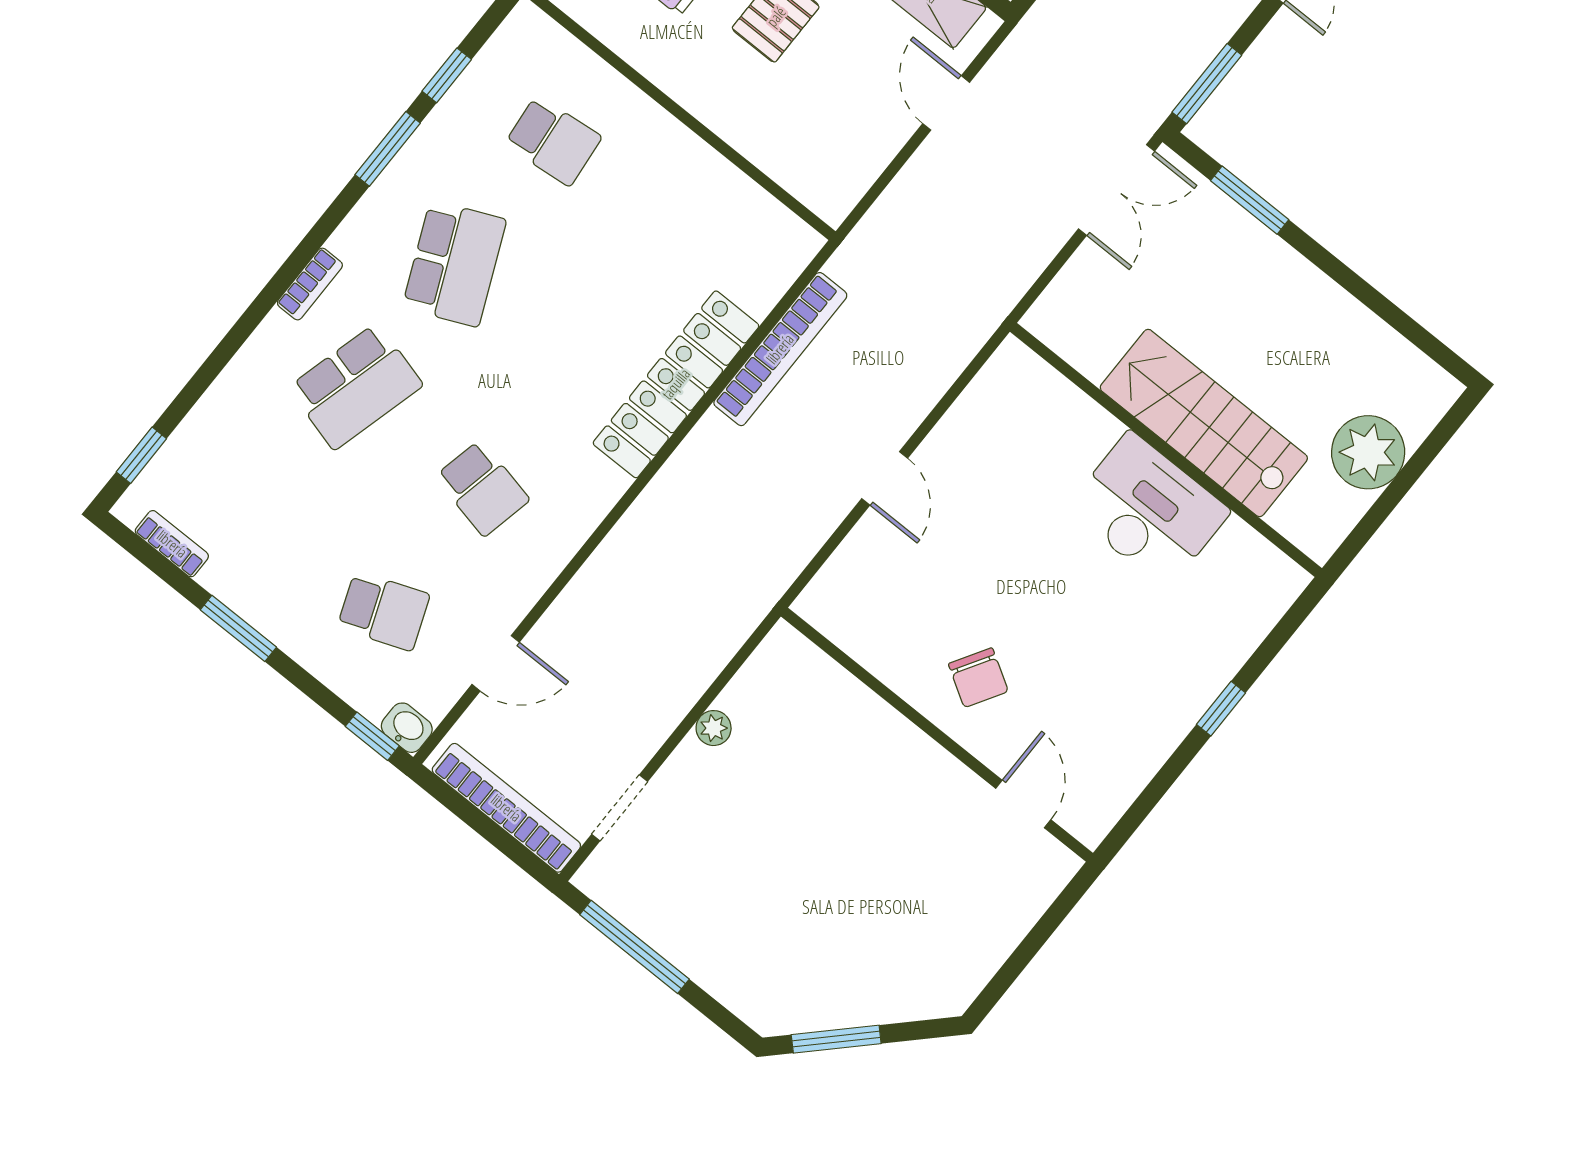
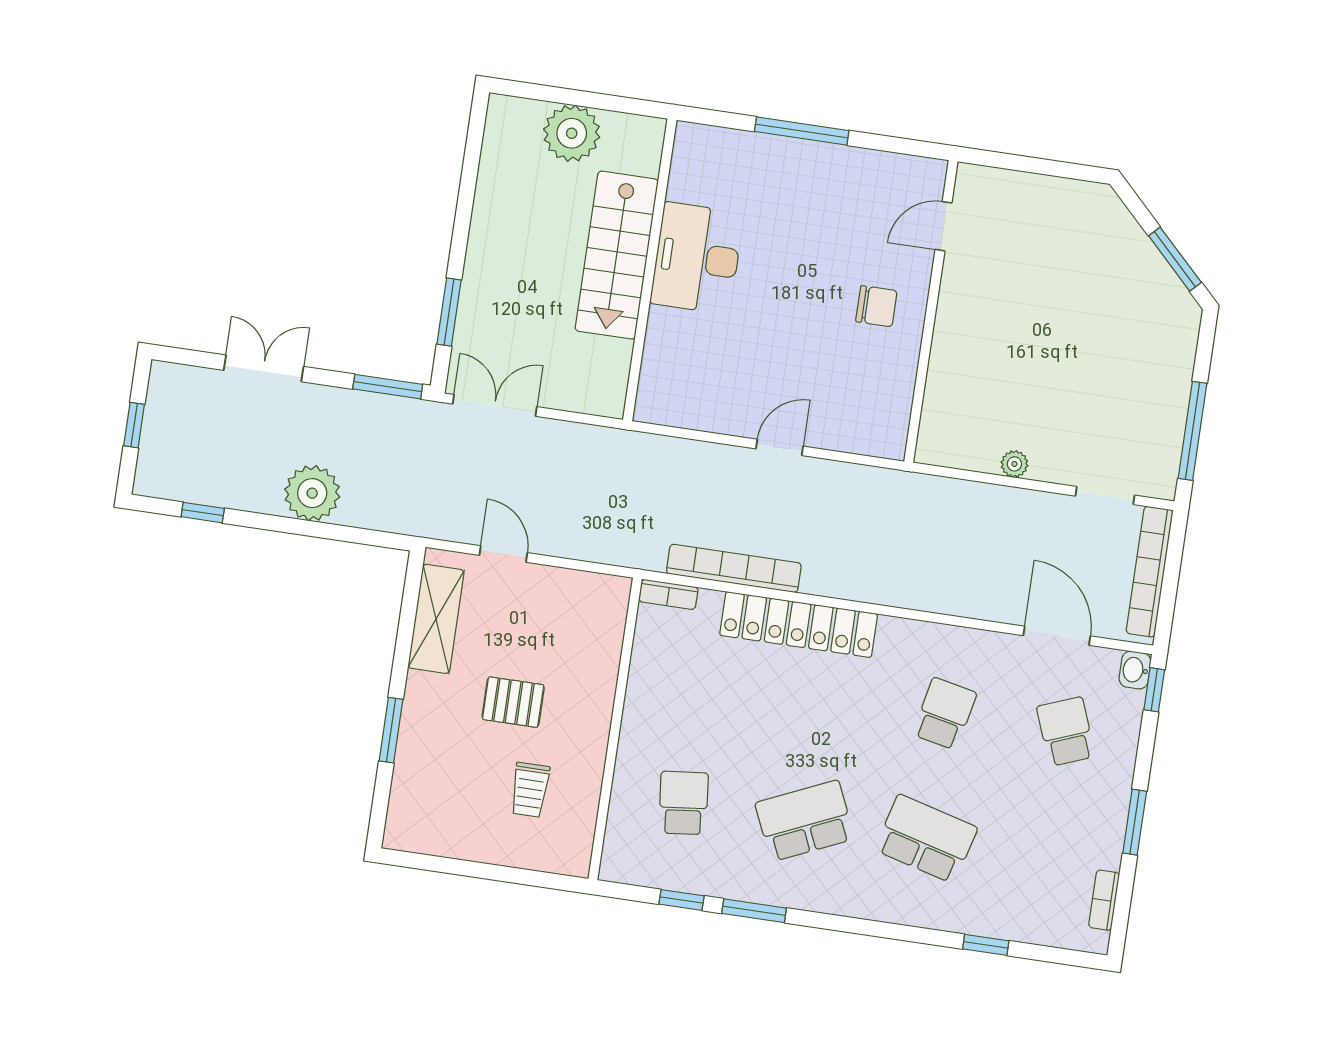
door: (946, 103) -> (503, 554), swing flipped
bookcase: (310, 284) -> (668, 594), moved, turned 180
window: (141, 455) -> (986, 945), moved
door: (496, 663) -> (1057, 636), width x1.38
chair: (978, 678) -> (876, 306), turned 59
window: (1221, 709) -> (802, 131), width x2.17

